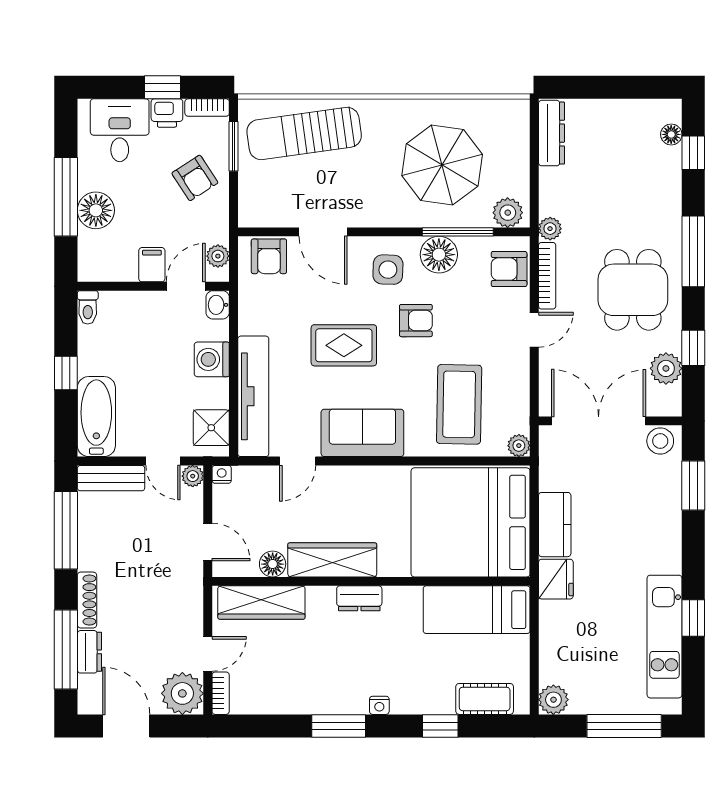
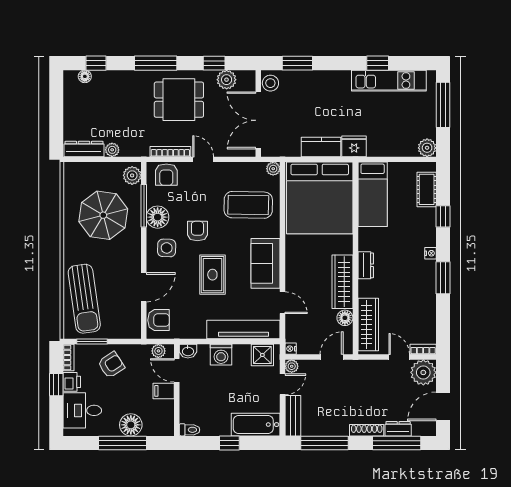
plant: (550, 229) -> (112, 150), moved

